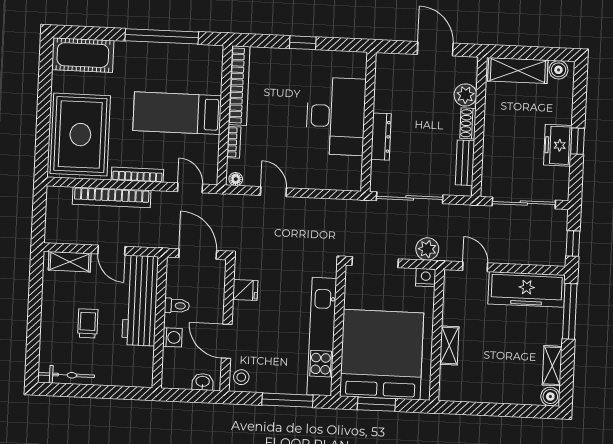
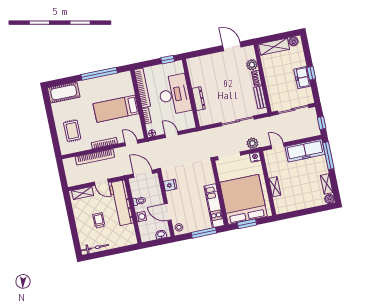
desk: (336, 116) -> (174, 94), moved
wall: (368, 122) -> (191, 93), moved
rug: (80, 135) -> (72, 131), width x0.54, depth x0.49
dresser: (381, 137) -> (199, 99), moved
kitchen unit: (322, 337) -> (214, 206), width x0.73

